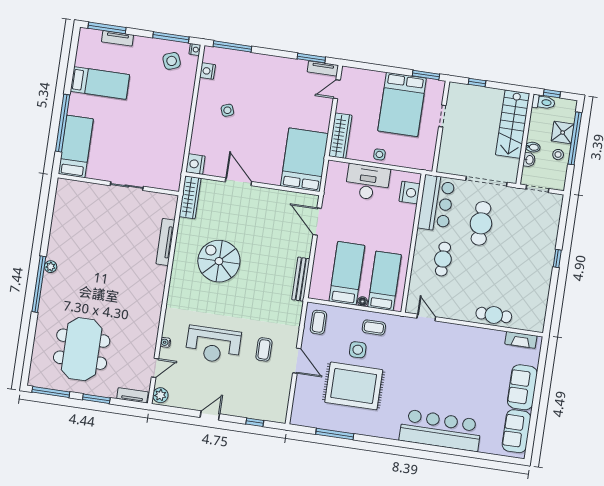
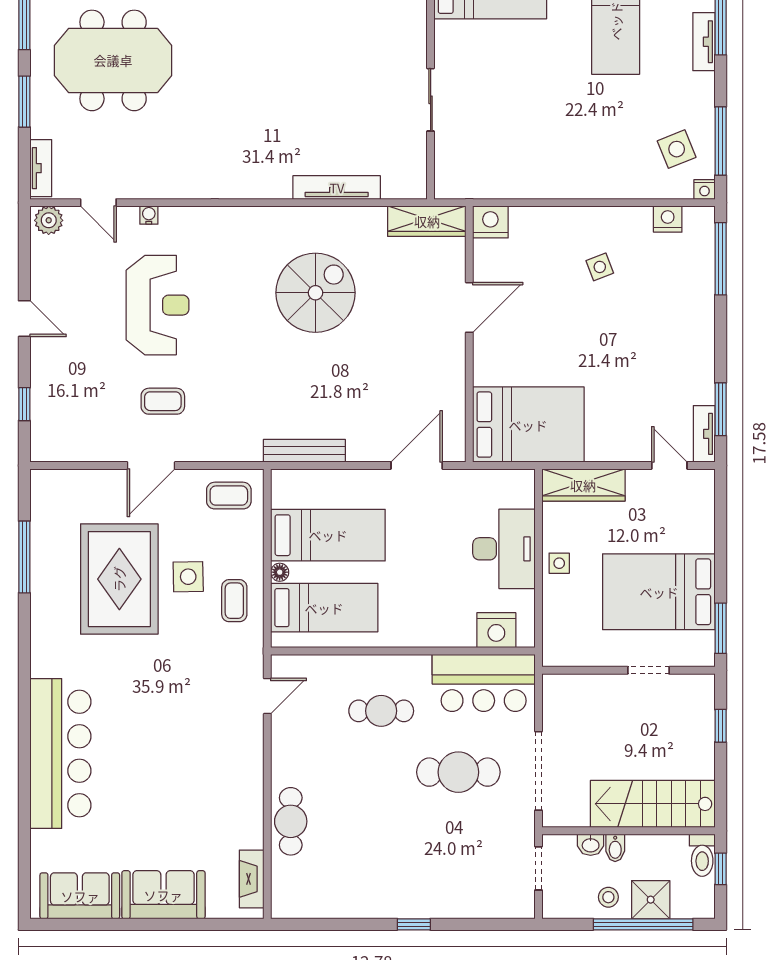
reception desk: (213, 345) -> (158, 305), turned 180

